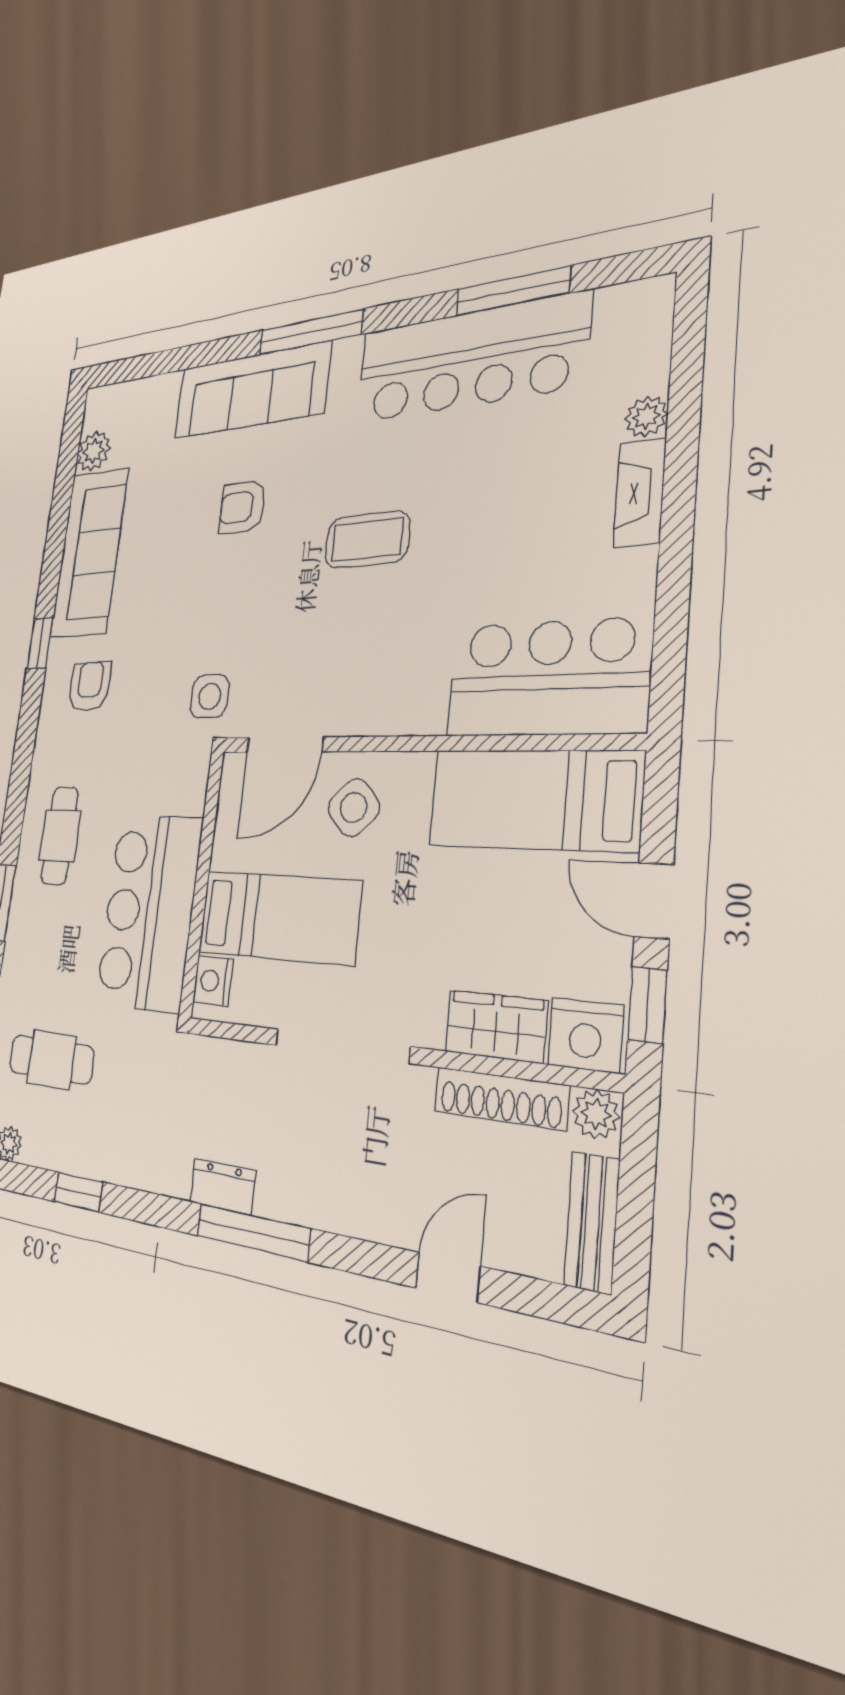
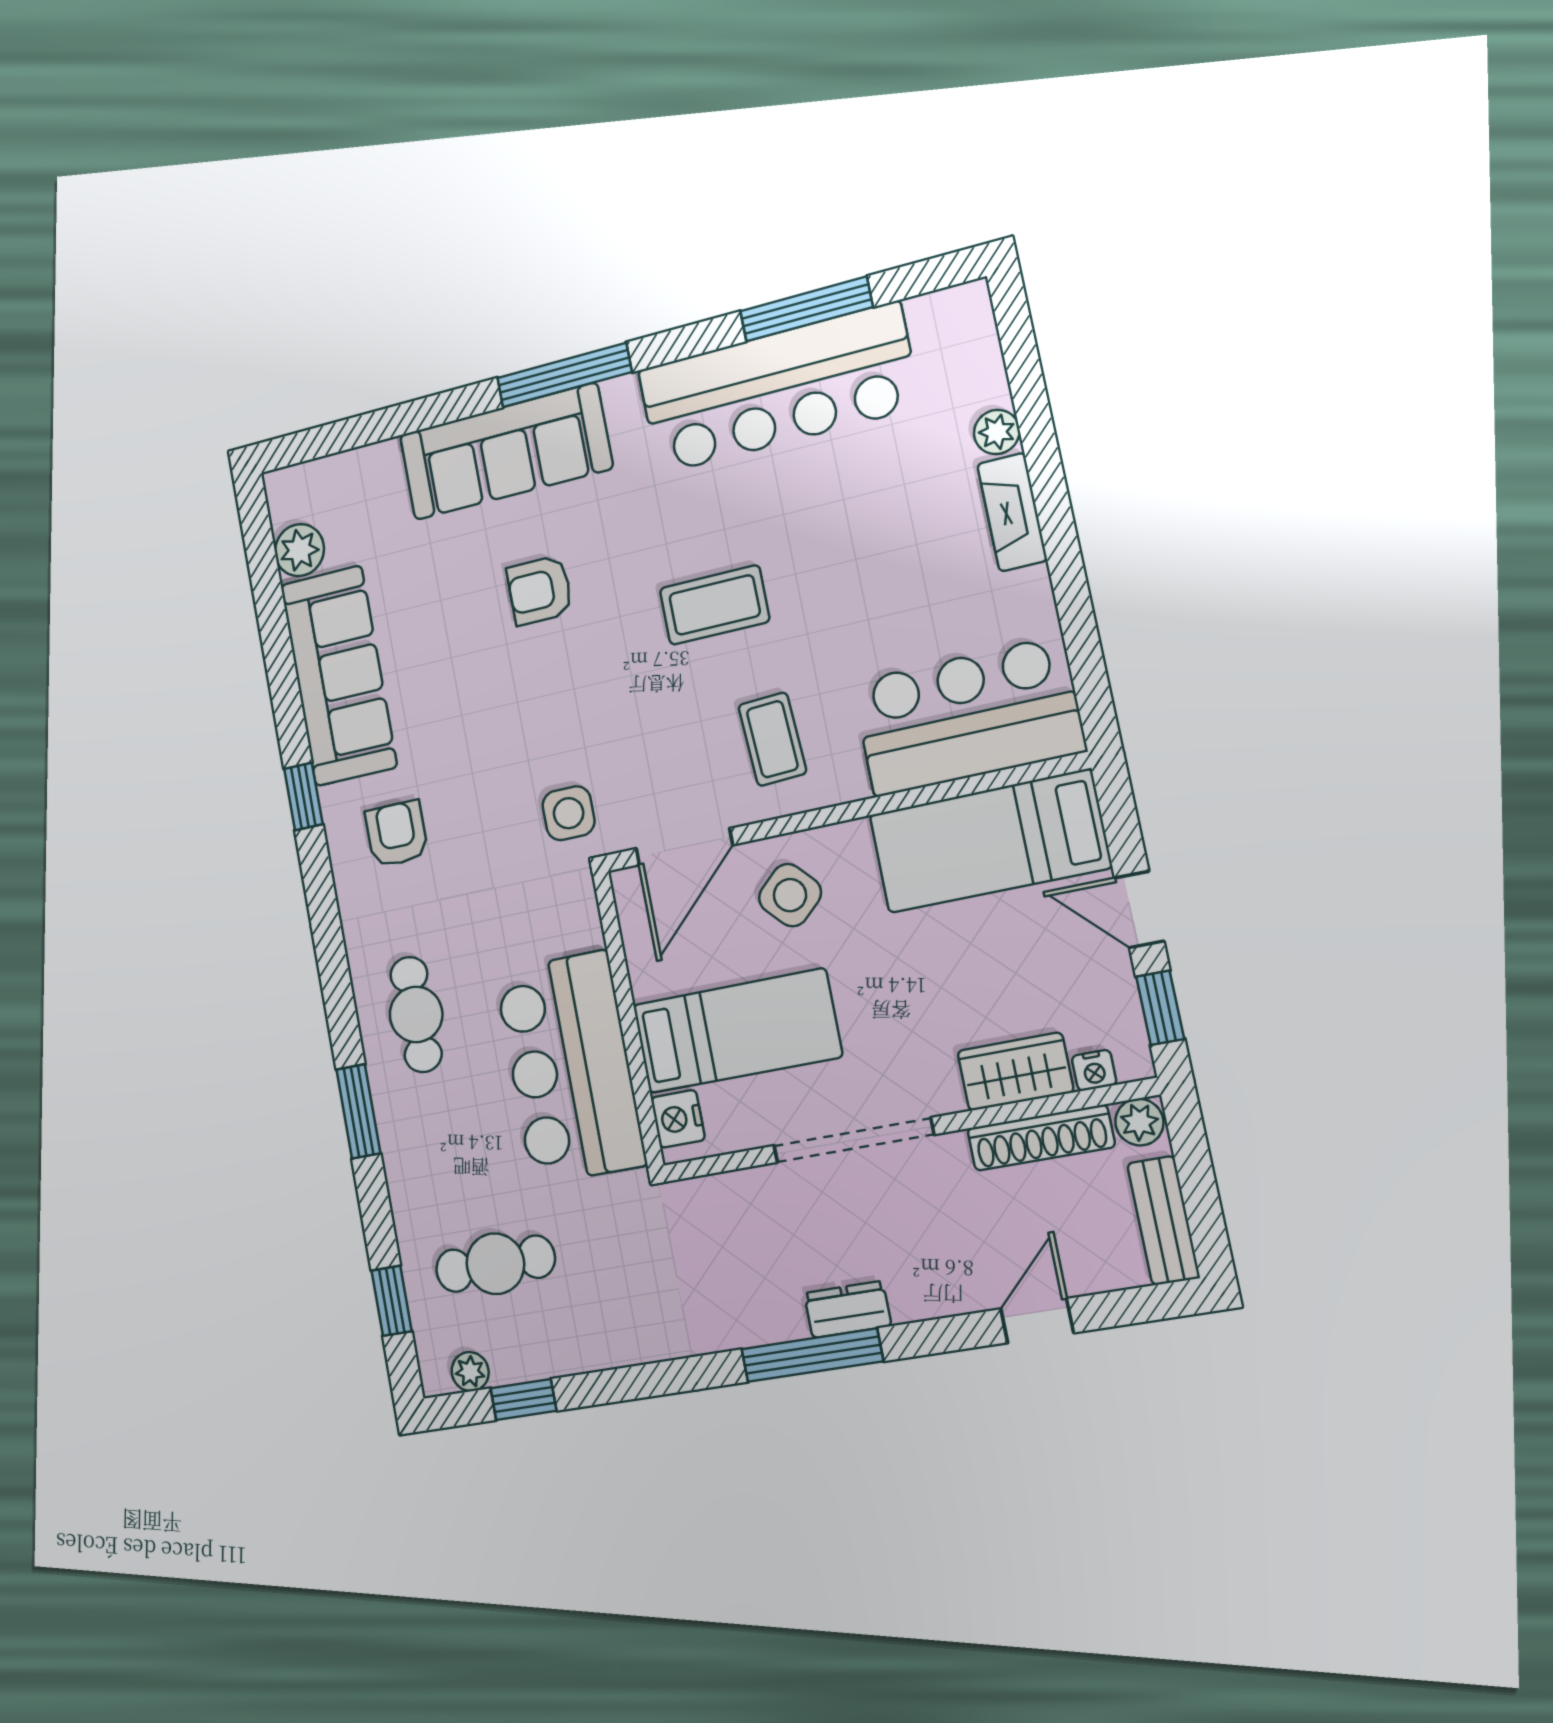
coffee table: (379, 665) -> (772, 739), added
nightstand: (585, 1035) -> (1094, 1070), width x0.53, depth x0.56
dresser: (222, 1186) -> (848, 1309), moved
window: (78, 1192) -> (523, 1399), moved

